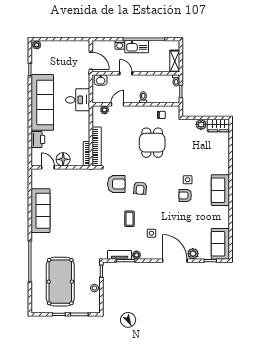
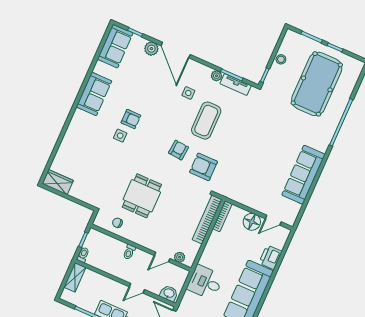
door: (126, 73) -> (137, 288), hinge flipped
plant: (201, 124) -> (77, 192), removed
door: (48, 167) -> (273, 220), hinge flipped
sofa: (220, 190) -> (94, 94), moved
coffee table: (129, 219) -> (206, 121), width x1.86, depth x1.72

